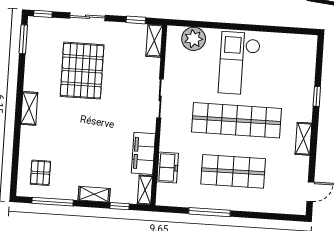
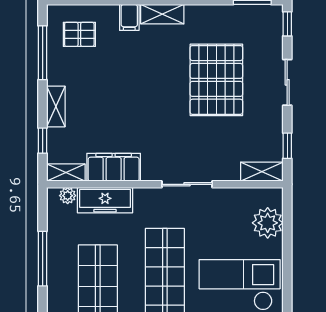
pallet: (82, 71) -> (216, 80), turned 90
filing cabinet: (30, 134) -> (129, 17), added
freezer: (168, 168) -> (105, 200), width x1.40
plant: (163, 190) -> (68, 196), added

